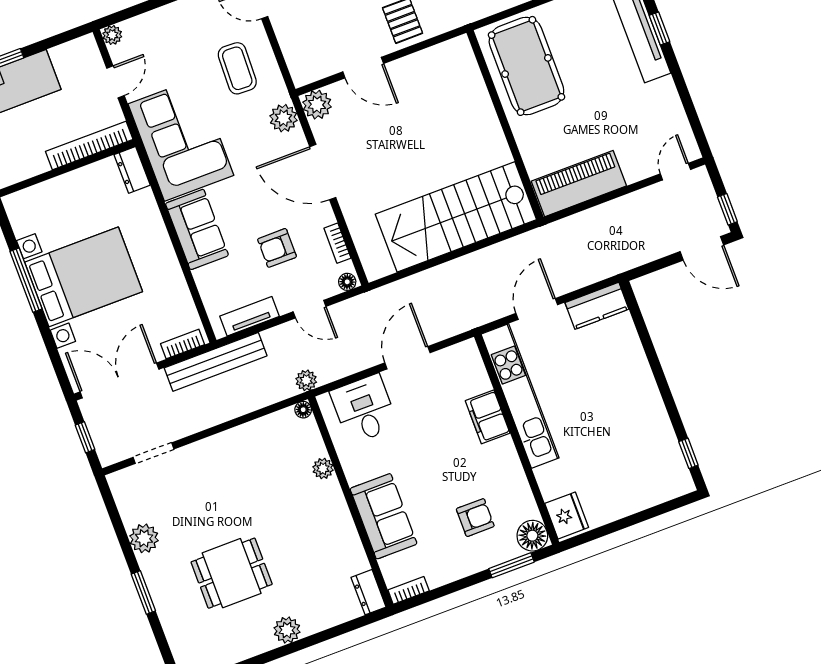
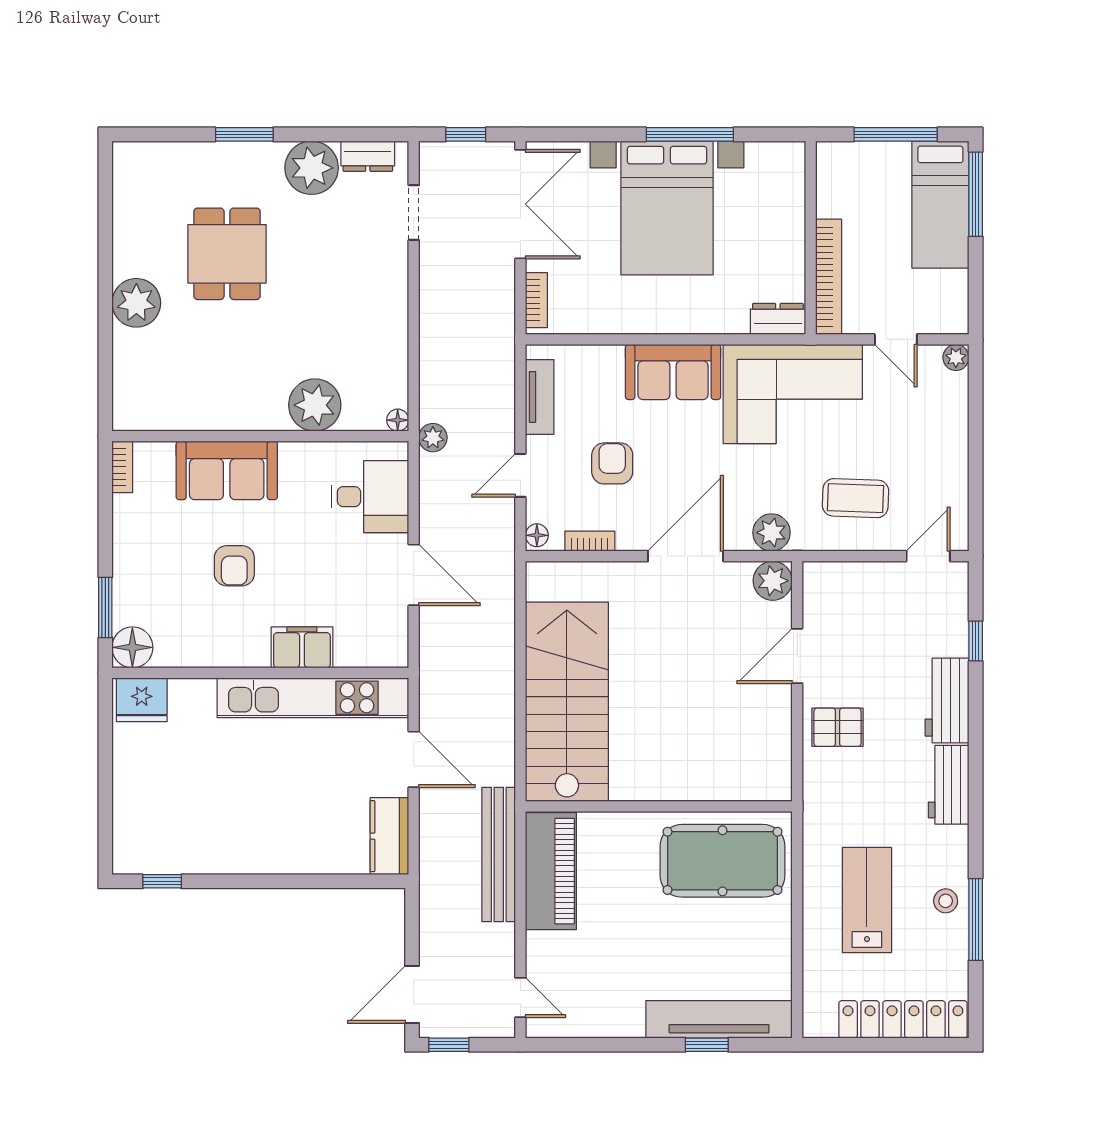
bench: (216, 362) -> (499, 854), moved
plant: (323, 469) -> (315, 405), width x1.87, depth x1.87
armchair: (475, 518) -> (234, 566), moved
plant: (144, 538) -> (312, 168), width x1.36, depth x1.36
dresser: (369, 592) -> (368, 156), moved, turned 180
plant: (287, 630) -> (136, 303), width x1.36, depth x1.36

